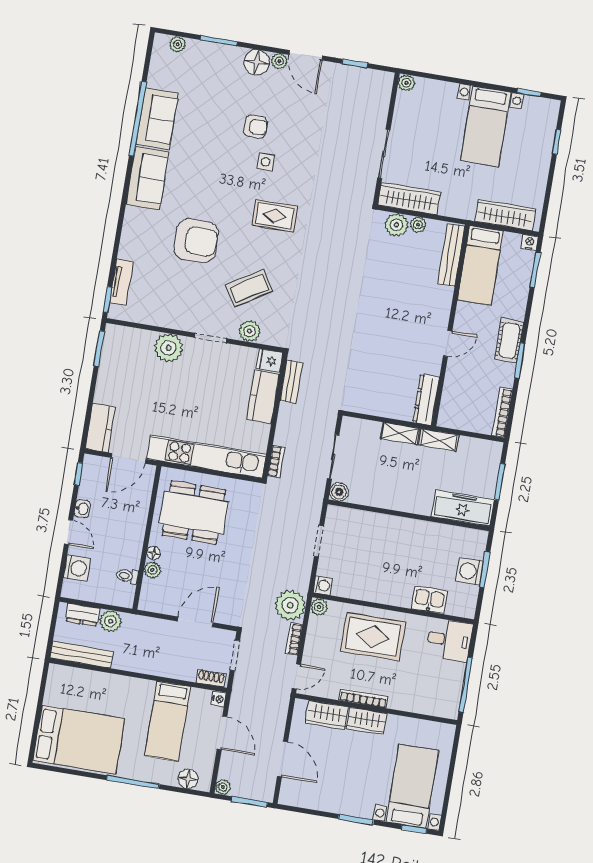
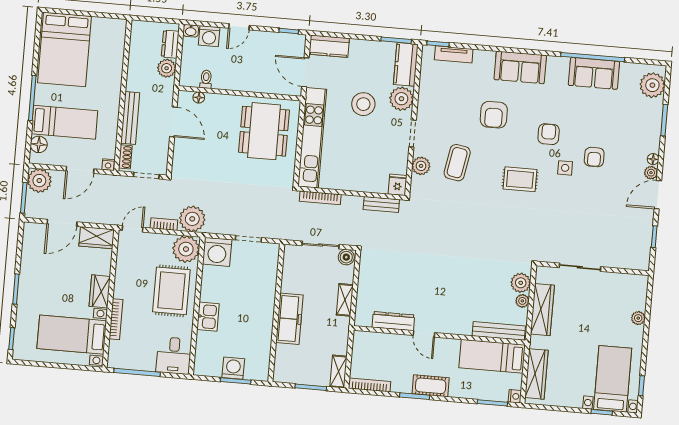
plant: (178, 44) -> (652, 85), width x1.88, depth x1.88
floor lamp: (257, 62) -> (653, 159), width x0.53, depth x0.53
plant: (406, 83) -> (638, 318), moved
bed with nightstands: (486, 126) -> (613, 379), moved, turned 90
sofa: (148, 178) -> (520, 67), moved
armchair: (224, 178) -> (549, 134), added
wardrobe: (409, 199) -> (542, 310), moved
rug: (275, 216) -> (520, 179), turned 90
armchair: (196, 241) -> (494, 115), width x0.73, depth x0.73
coffee table: (249, 288) -> (457, 163), turned 42
stool: (171, 393) -> (363, 104), added
kitchen counter: (263, 397) -> (406, 64), moved, turned -90
dresser: (426, 400) -> (393, 321), moved
shelving: (439, 440) -> (339, 372), moved
bookcase: (276, 461) -> (320, 198), width x1.56
boiler: (339, 492) -> (346, 257), moved
freezer: (463, 508) -> (289, 319), moved
washbasin: (82, 509) -> (191, 31), moved
floor lamp: (154, 553) -> (199, 98), moved
plant: (152, 570) -> (213, 100), removed
washing machine: (323, 585) -> (217, 252), width x1.89, depth x1.89
kitchen sink: (429, 600) -> (208, 317), moved
plant: (319, 607) -> (186, 249), width x1.88, depth x1.88
door: (195, 622) -> (173, 122), moved
bench: (82, 655) -> (130, 118), moved
door: (296, 676) -> (133, 229), swing flipped
bookcase: (363, 698) -> (116, 319), moved
wardrobe: (327, 715) -> (97, 238), moved, turned -90
bed: (168, 721) -> (64, 122), moved, turned 180
bed with nightstands: (412, 786) -> (72, 335), moved, turned 180
plant: (223, 787) -> (39, 181), width x1.88, depth x1.88

